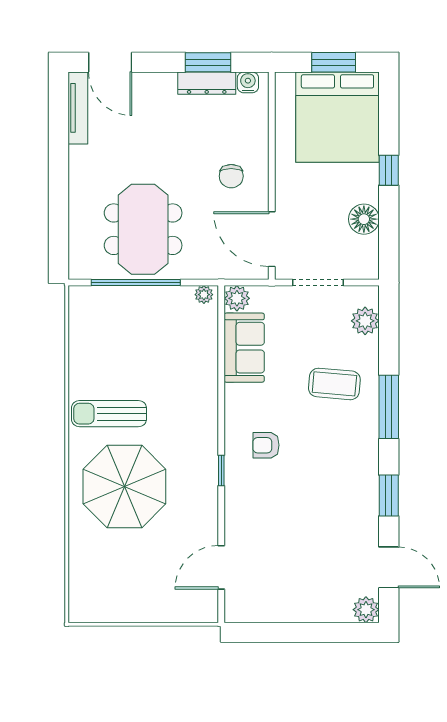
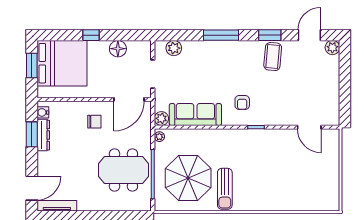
sofa: (244, 348) -> (195, 114), width x1.36
coffee table: (334, 384) -> (273, 57), moved
parasol: (124, 487) -> (188, 178), moved

